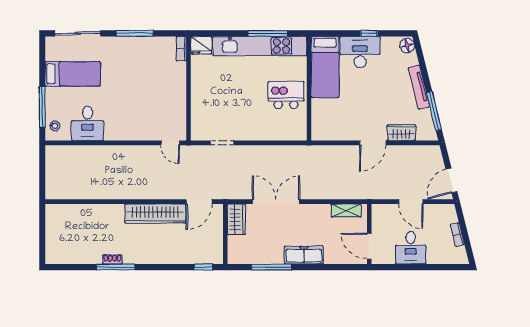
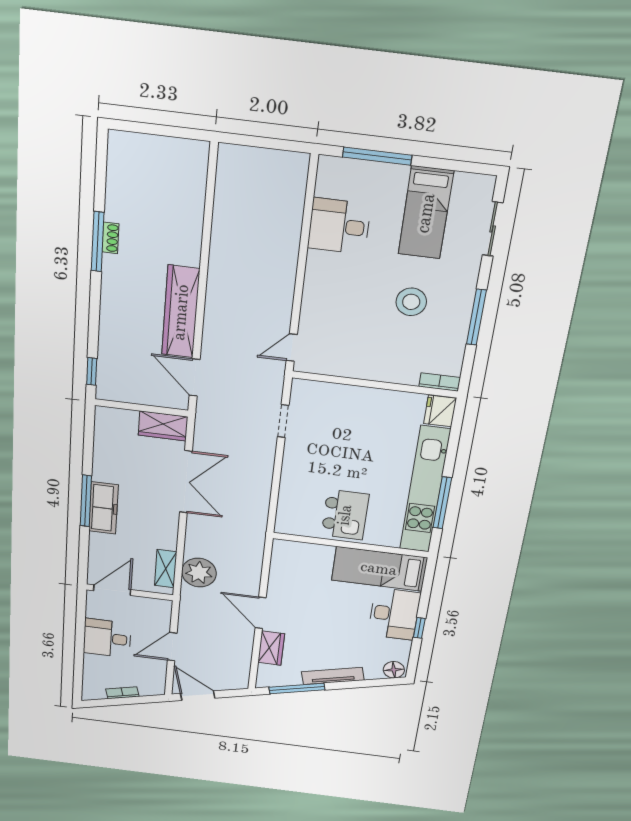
sliding door: (78, 33) -> (493, 229), width x0.73
stool: (55, 126) -> (411, 302), moved, width x1.89, depth x1.89
plant: (346, 188) -> (199, 573), added
window: (271, 267) -> (86, 501), moved

